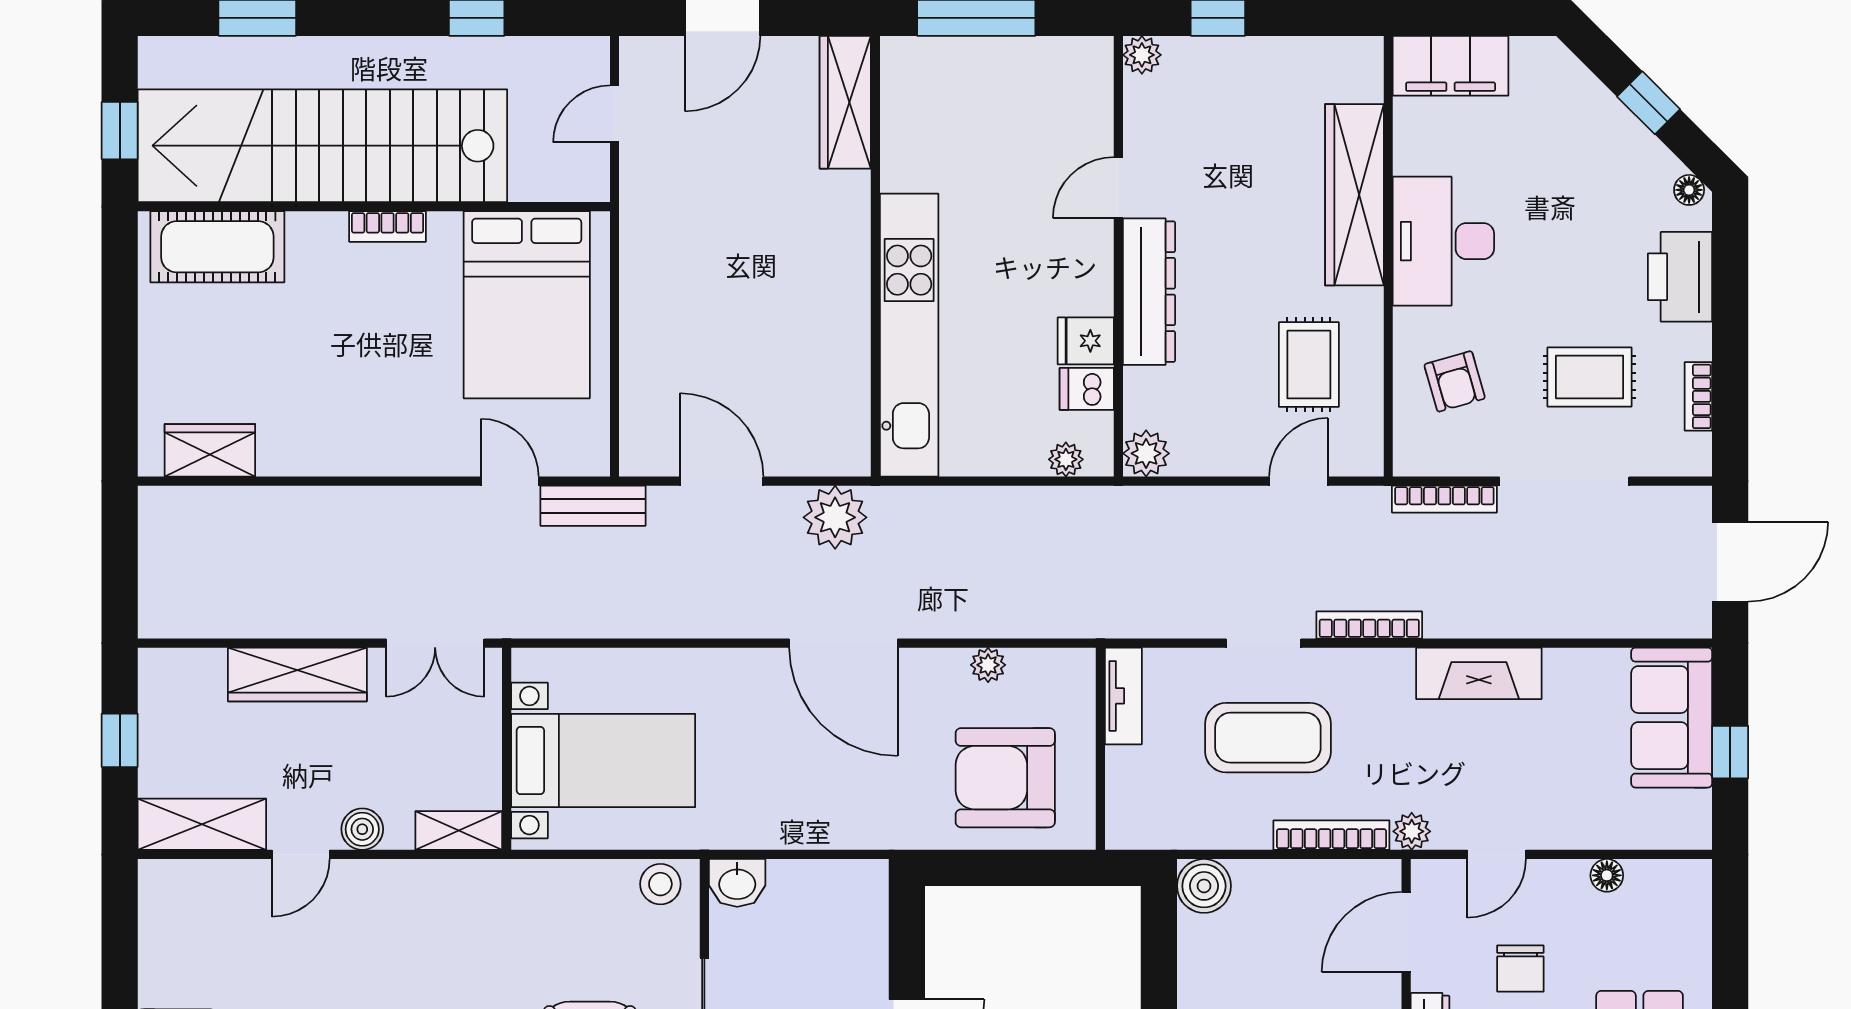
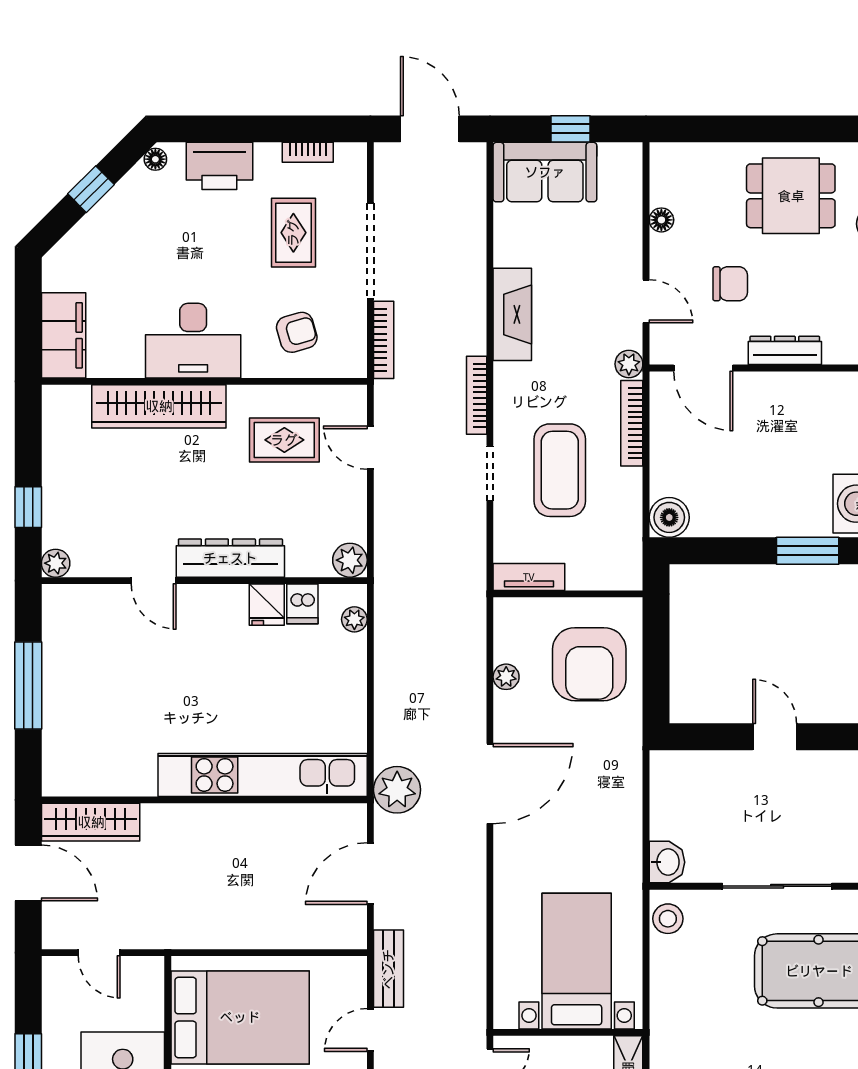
wardrobe: (845, 102) -> (91, 822), moved
wall: (875, 256) -> (204, 800), moved
kitchen unit: (909, 335) -> (263, 775), moved

